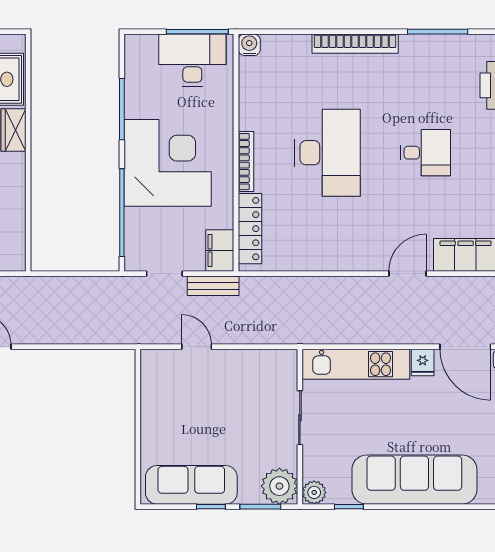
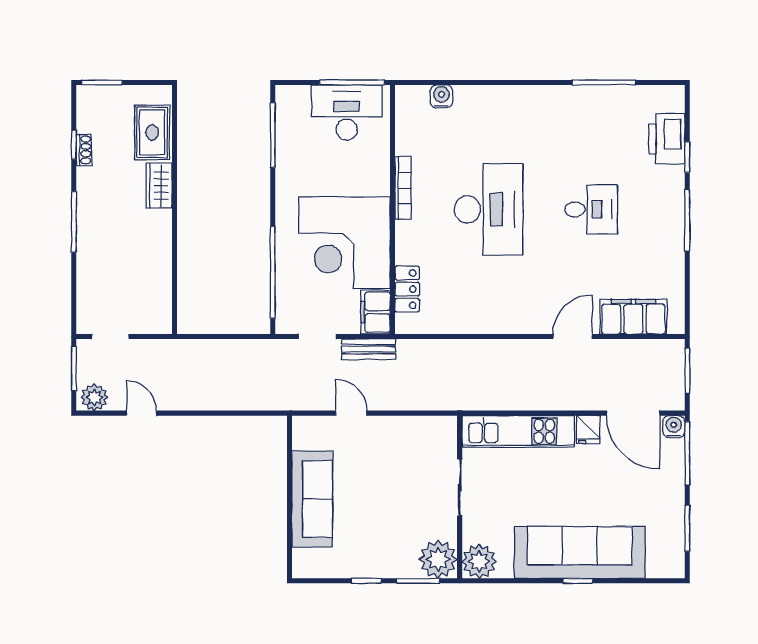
bookcase: (355, 44) -> (517, 95), removed
water cooler: (249, 45) -> (441, 96), moved
window: (122, 109) -> (273, 135), moved
bookcase: (246, 162) -> (403, 188), moved
corner desk: (168, 163) -> (344, 243), moved, turned 180
locker: (250, 229) -> (407, 289), width x0.66
sofa: (191, 485) -> (312, 499), moved, turned 90
plant: (314, 492) -> (479, 561), width x1.36, depth x1.36
window: (349, 507) -> (578, 581), moved

